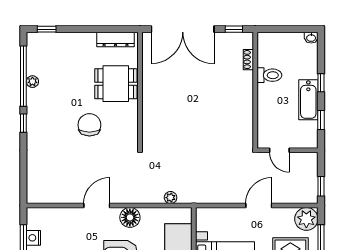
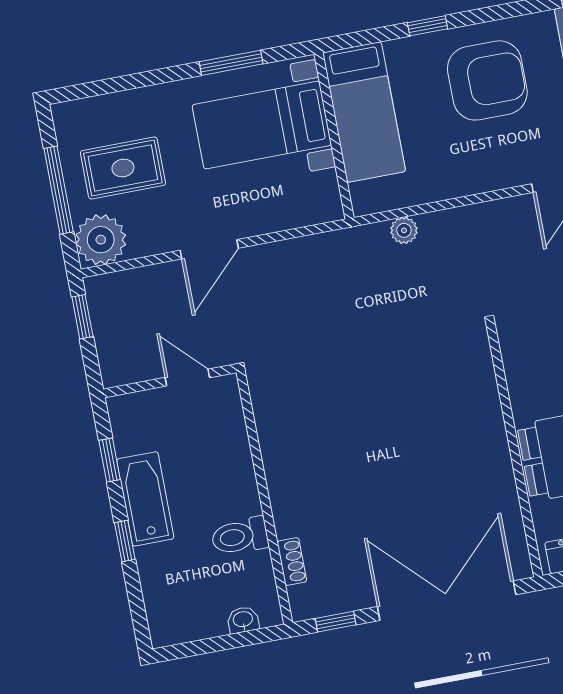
washbasin: (311, 38) -> (243, 620), moved
floor lamp: (130, 217) -> (484, 171), removed

